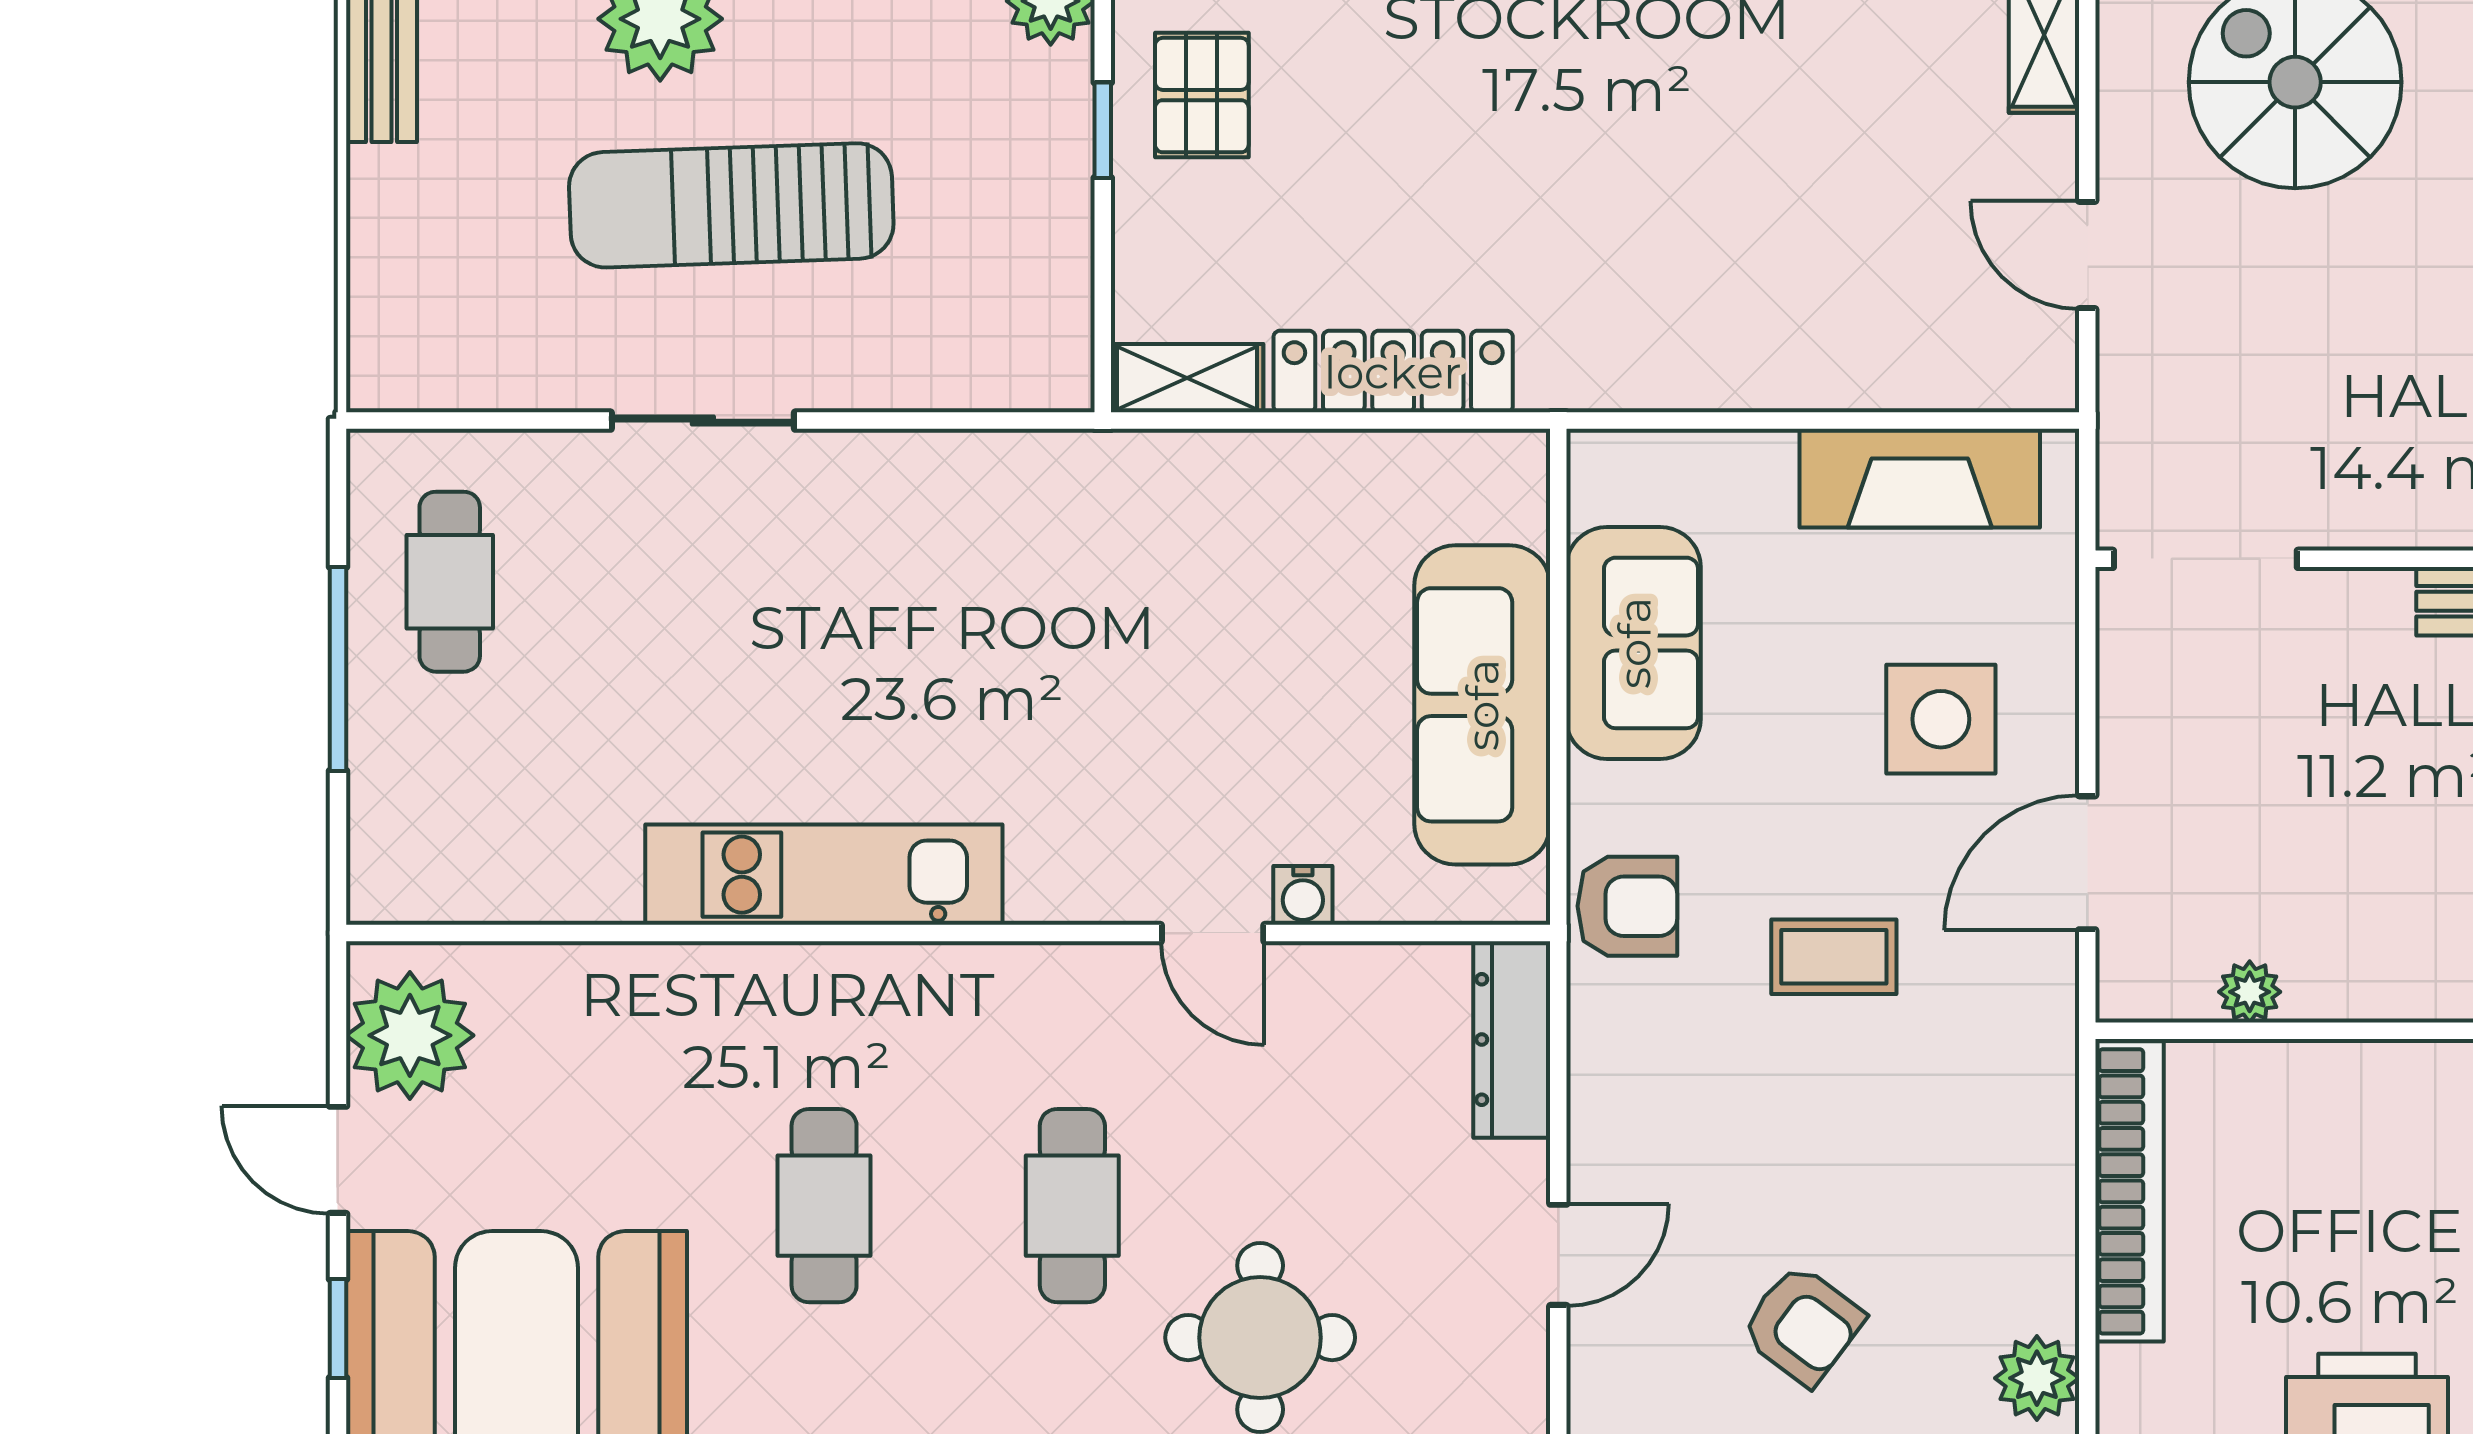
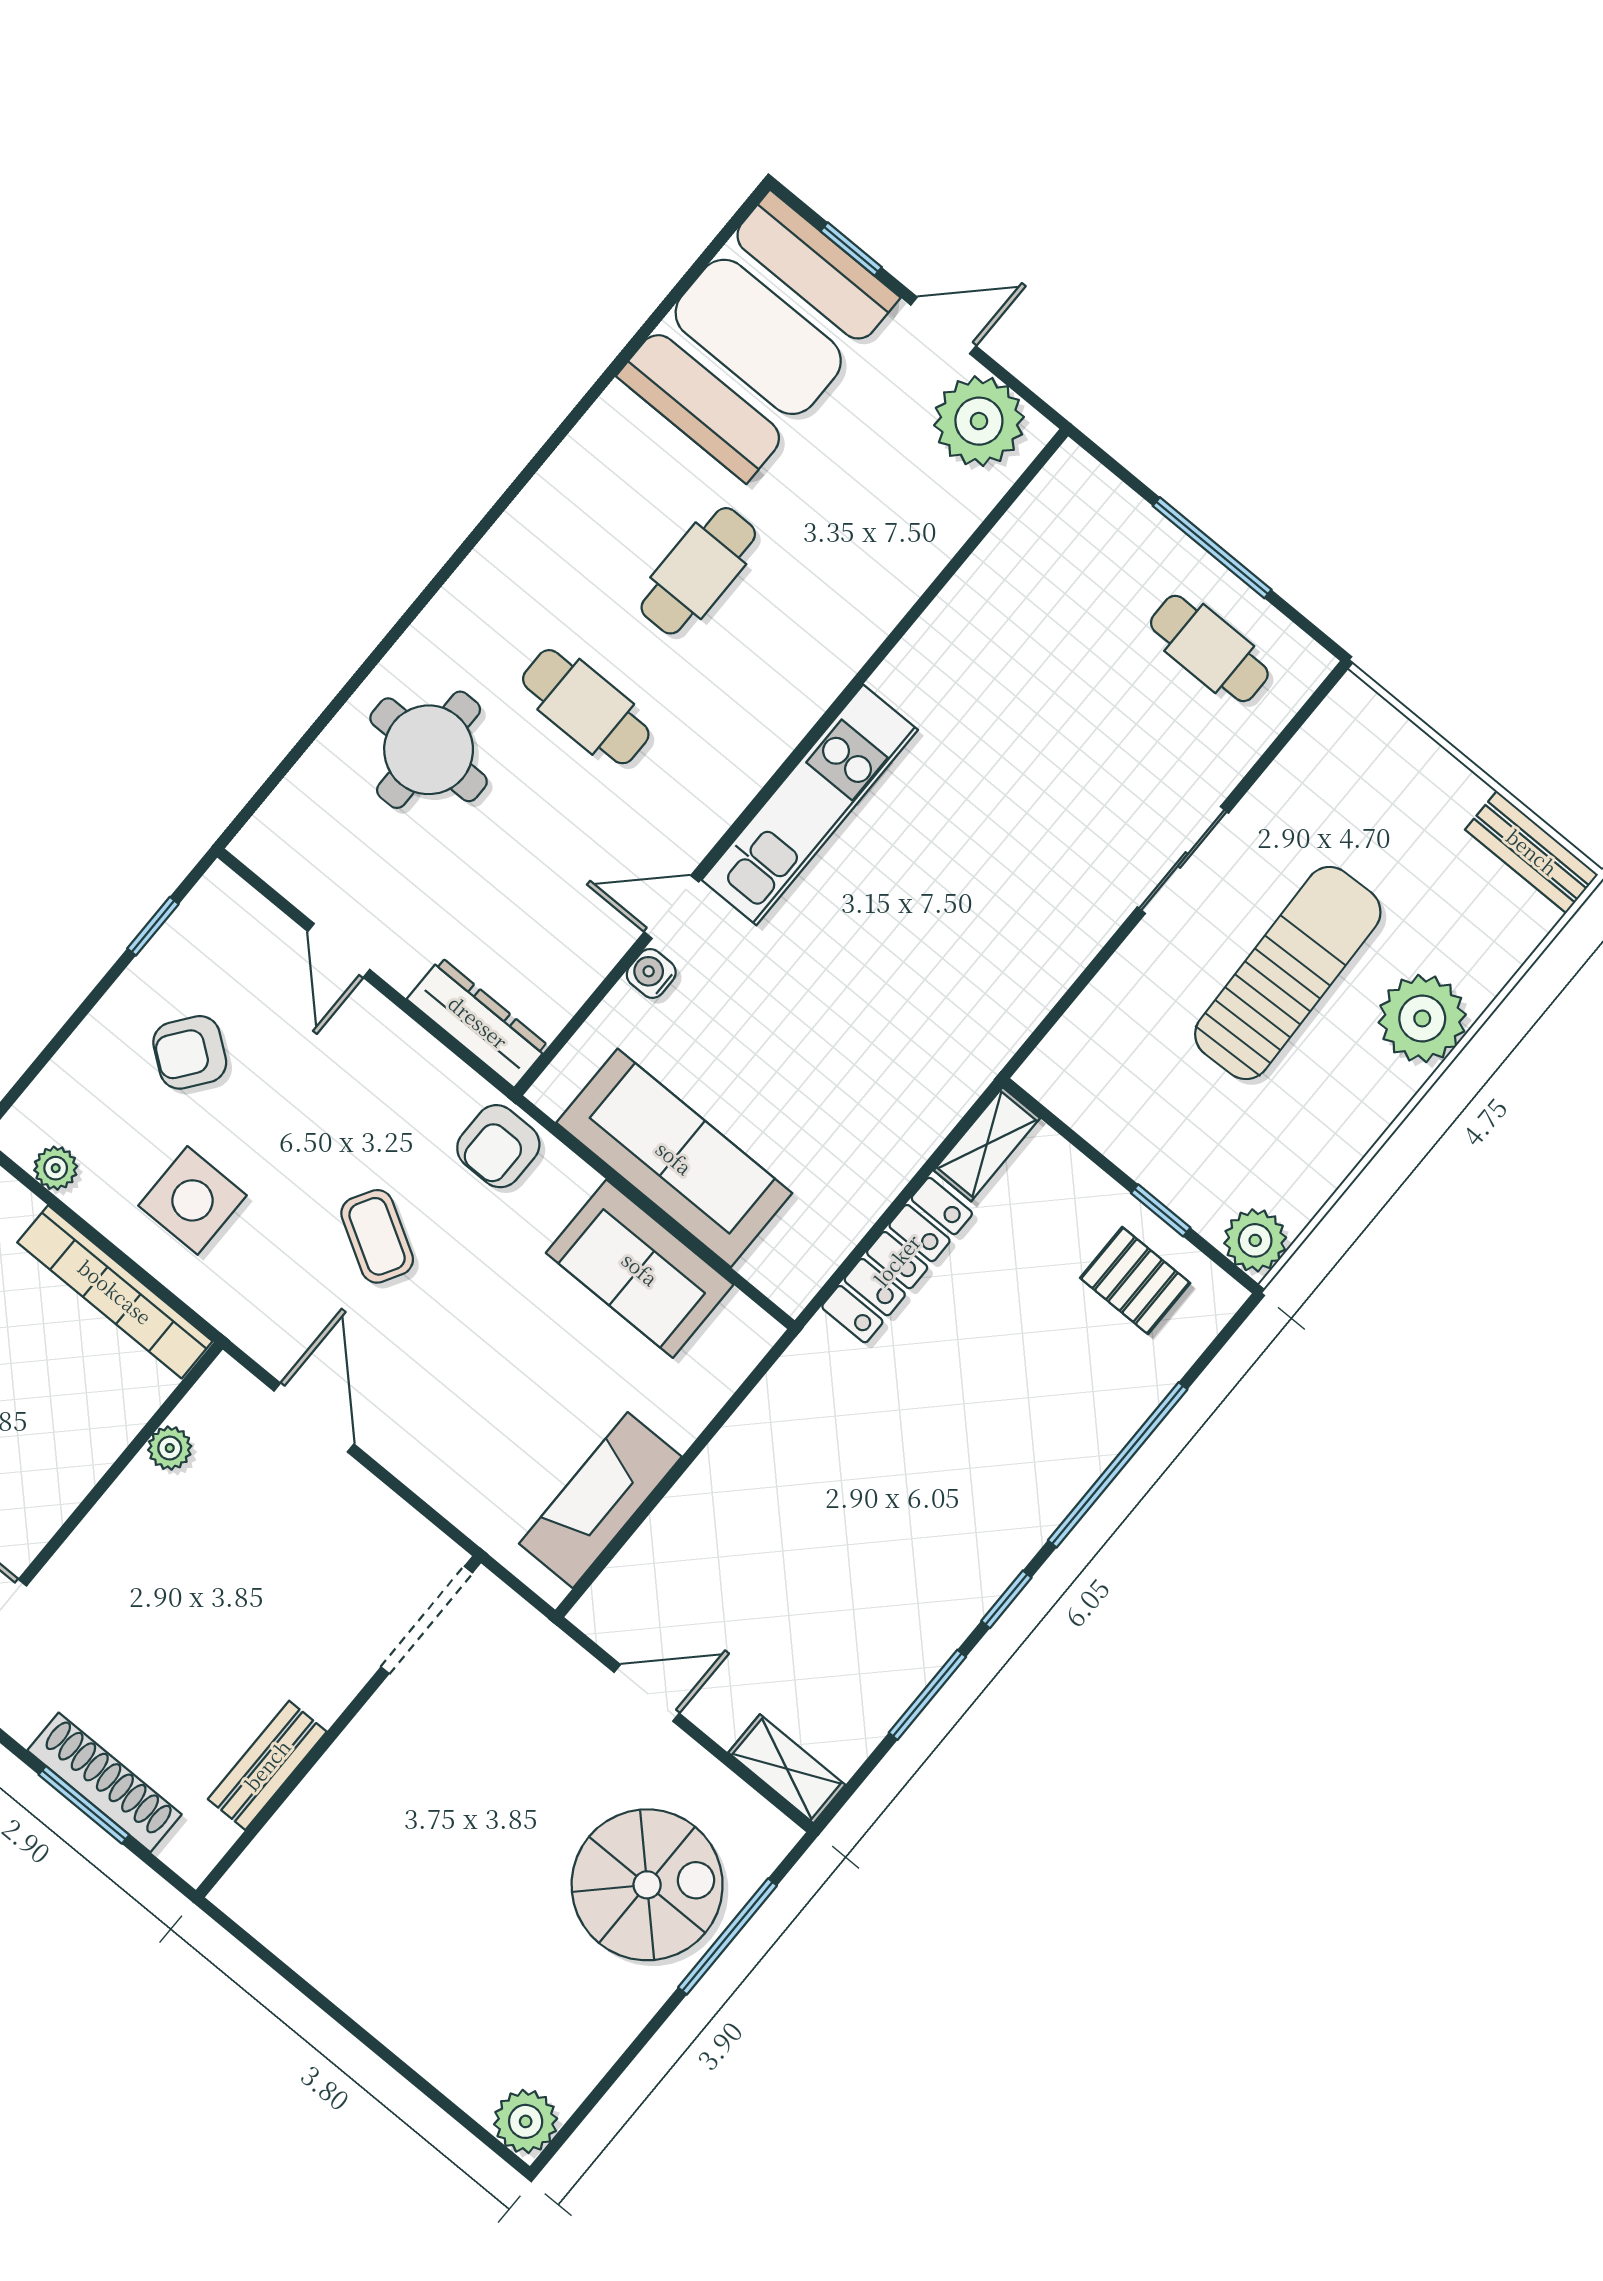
side table: (1941, 719) -> (192, 1200), moved
kitchen unit: (824, 875) -> (810, 805), moved
coffee table: (1834, 957) -> (377, 1236), turned -60
cafe table: (824, 1206) -> (698, 571), turned 90
plant: (2037, 1378) -> (56, 1168), width x0.73, depth x0.73

